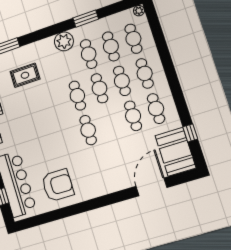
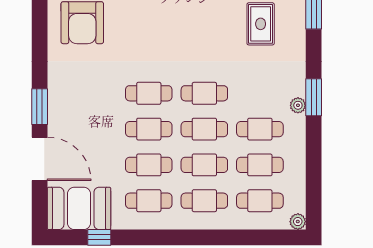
window: (86, 19) -> (314, 97), moved
plant: (64, 41) -> (298, 105), width x0.53, depth x0.53
cafe table: (110, 123) -> (149, 129), added
window: (118, 197) -> (40, 107), added

